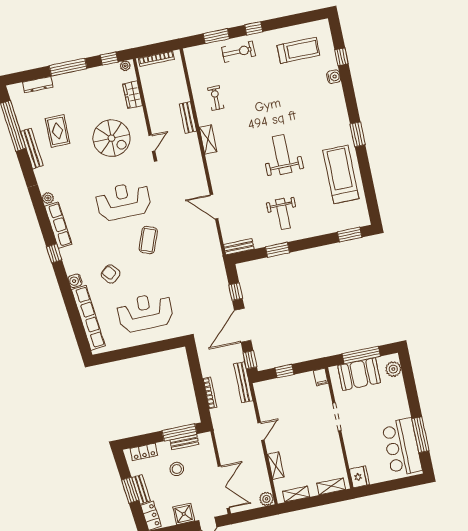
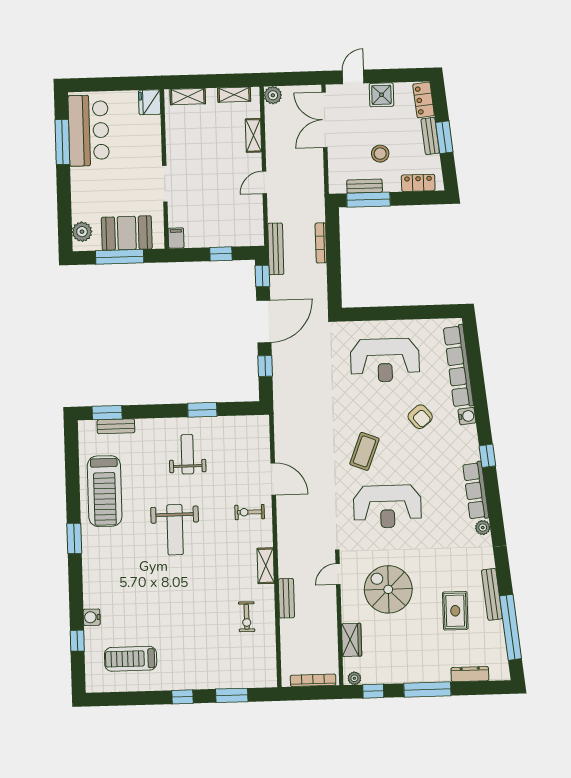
exercise bike: (238, 52) -> (250, 512), moved, width x0.73, depth x0.72
bench: (239, 247) -> (116, 426), moved

